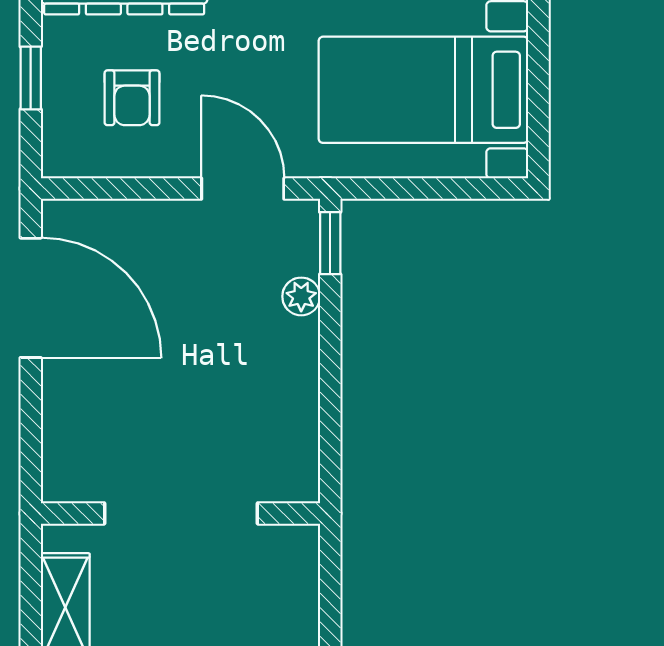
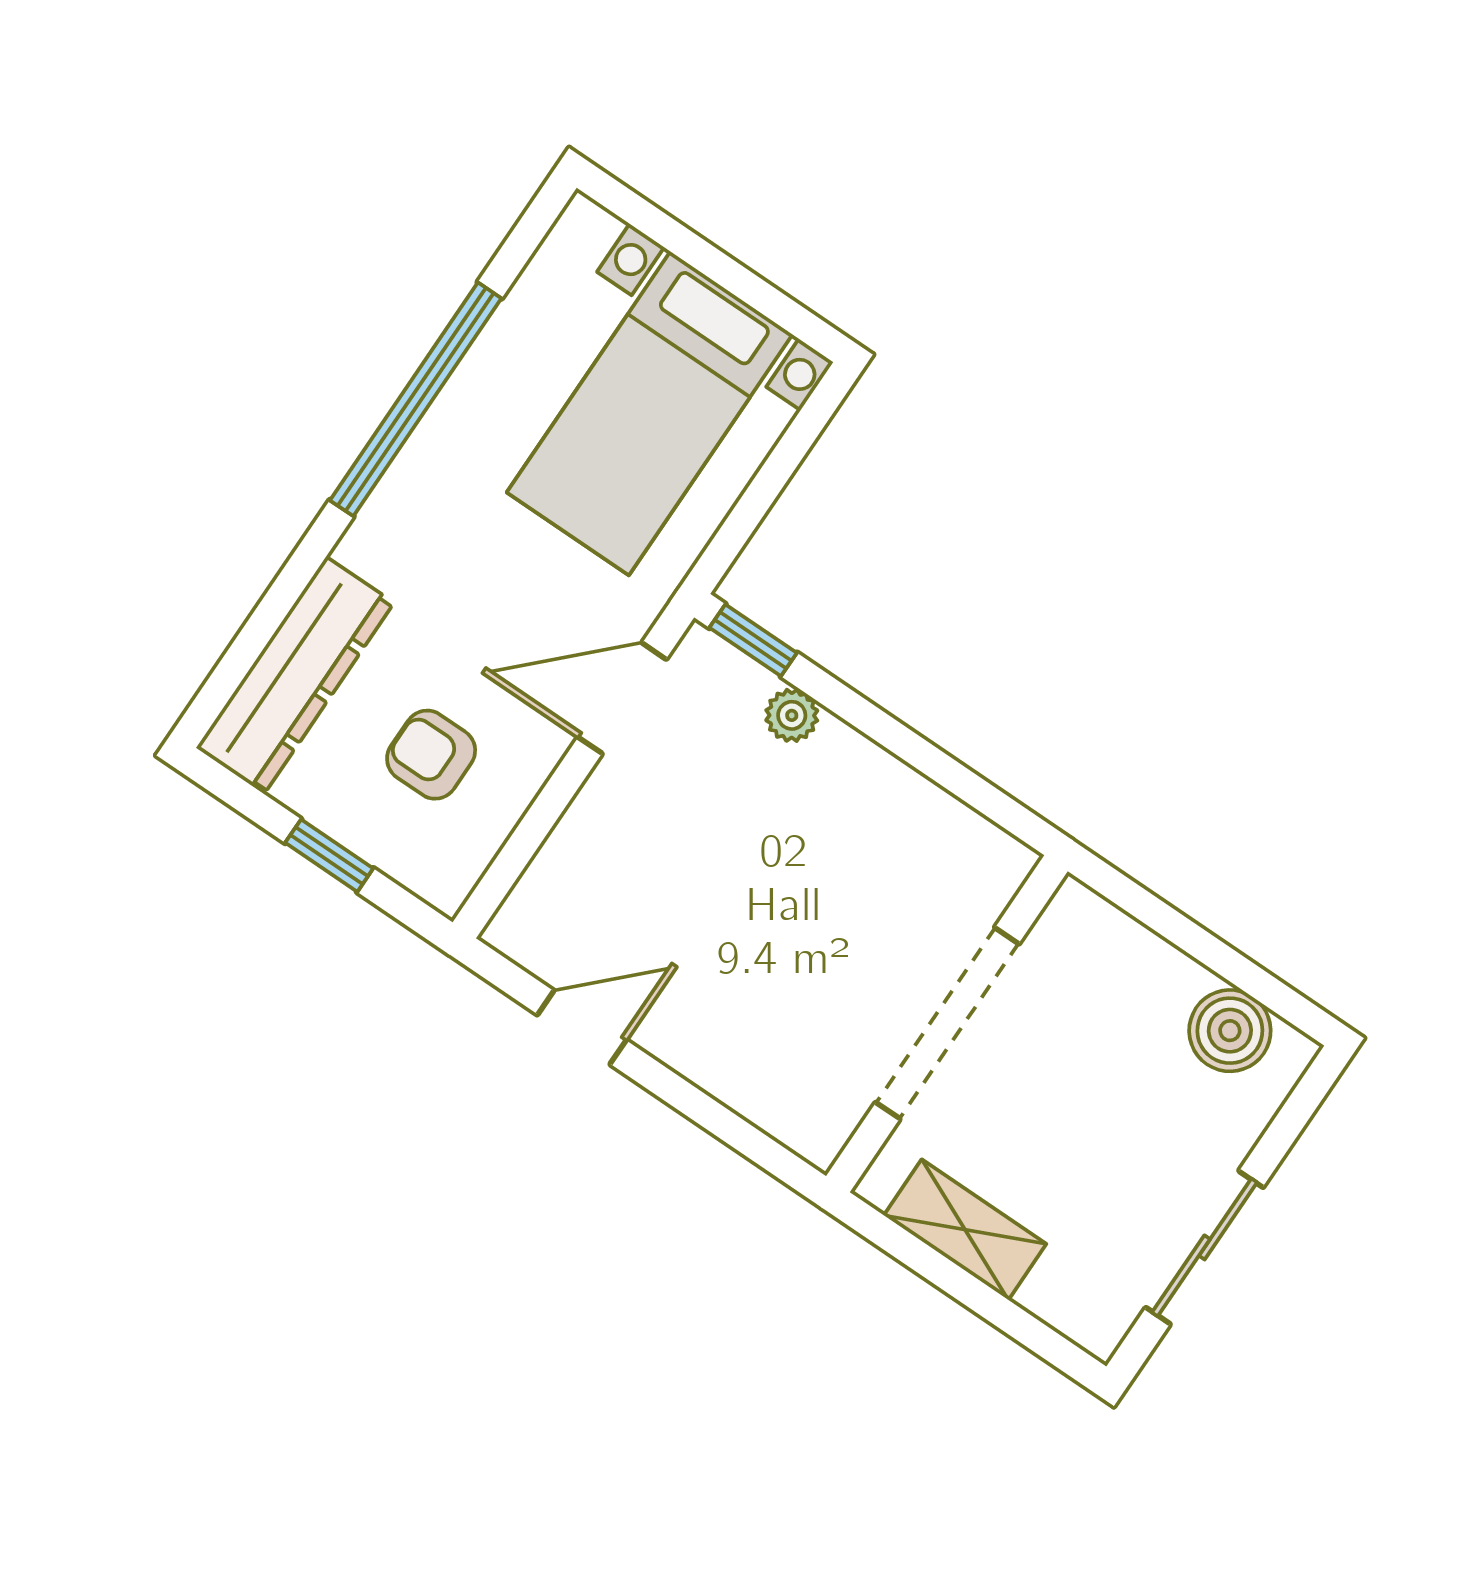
armchair: (132, 98) -> (431, 755), turned 180
door: (31, 298) -> (582, 1027), width x0.53

